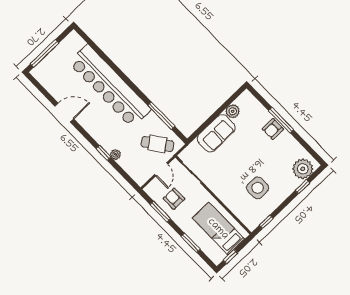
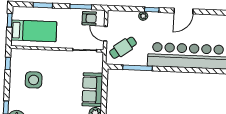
door: (64, 113) -> (183, 11), moved
armchair: (174, 199) -> (89, 18), moved

